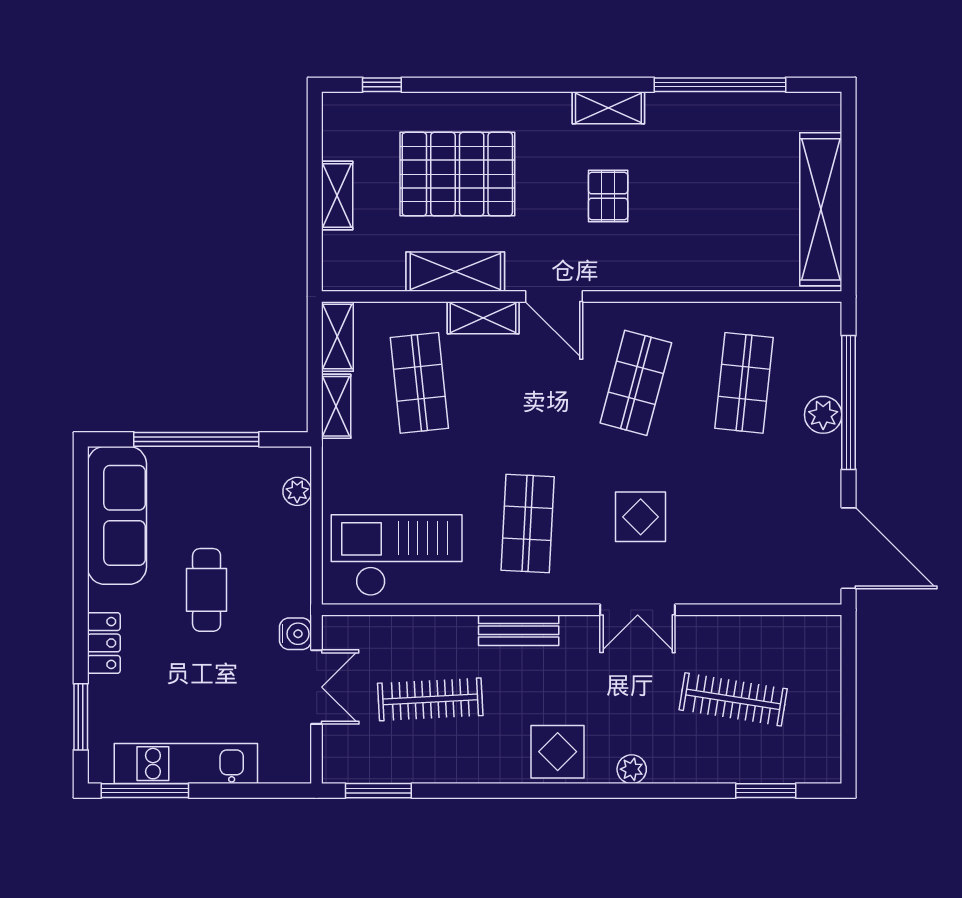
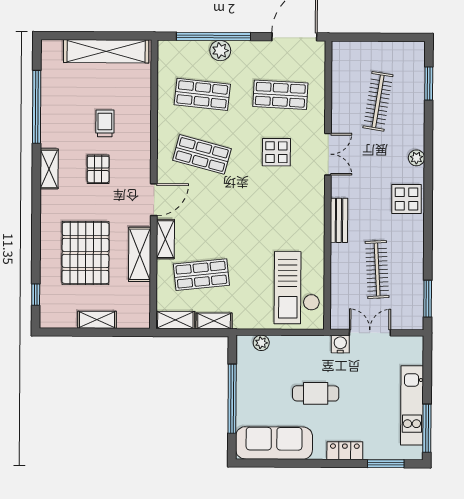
pallet: (608, 196) -> (98, 169), turned 90
trolley: (691, 208) -> (105, 123), added
shop shelf: (528, 523) -> (280, 95), moved

